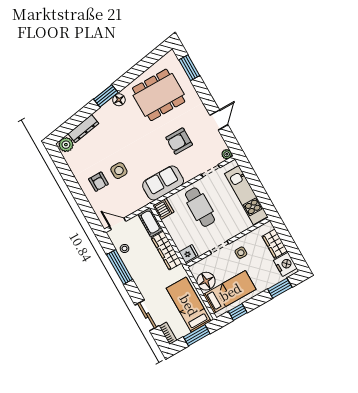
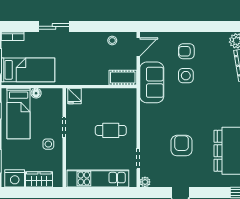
sofa: (163, 183) -> (152, 82), moved
cafe table: (200, 207) -> (111, 130), width x0.73, depth x0.74
dishwasher: (163, 209) -> (128, 96), removed
wardrobe: (166, 251) -> (89, 78), removed
window: (120, 267) -> (98, 26), removed
floor lamp: (206, 281) -> (36, 93), width x0.53, depth x0.53
sliding door: (147, 315) -> (54, 26), moved

